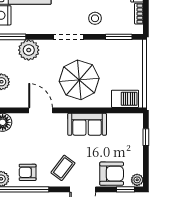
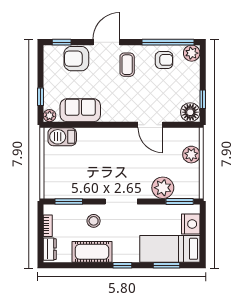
parasol: (79, 80) -> (110, 157), removed
sofa: (87, 124) -> (80, 110), moved
coffee table: (63, 168) -> (127, 65), turned -37
plant: (137, 180) -> (50, 116), moved

